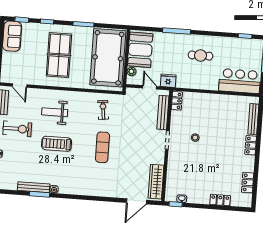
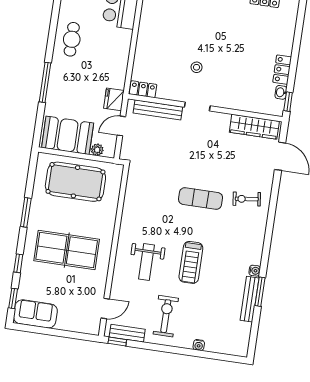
cafe table: (200, 55) -> (72, 39), moved
pool table: (108, 58) -> (75, 182), width x0.73, depth x0.76
exercise bike: (103, 110) -> (247, 199), moved
locker: (220, 200) -> (282, 70), moved

